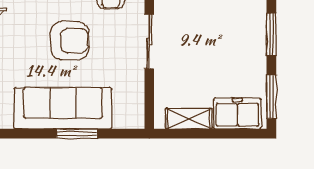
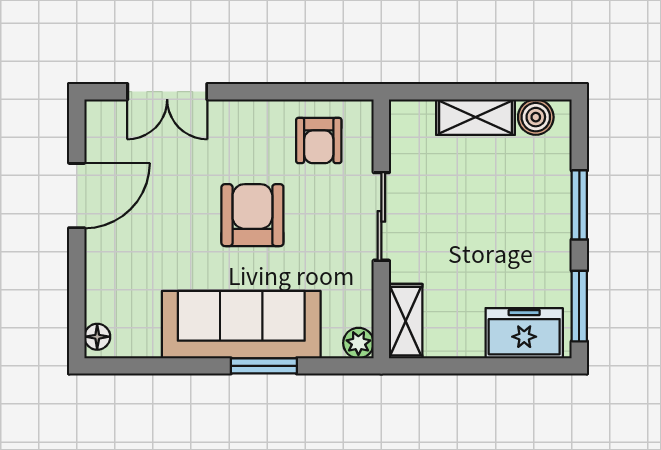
armchair: (70, 41) -> (252, 215), turned -90
shelving: (189, 119) -> (406, 321), moved, turned 90
plant: (135, 120) -> (358, 343), added

